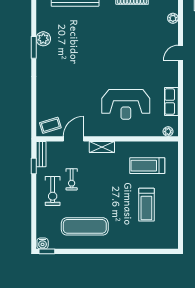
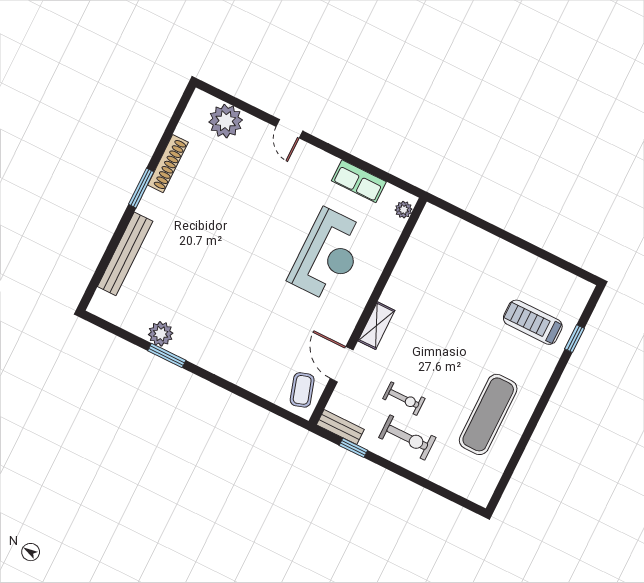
plant: (173, 18) -> (226, 121), width x1.88, depth x1.88
treadmill: (147, 166) -> (441, 269), removed
treadmill: (146, 205) -> (533, 322), moved, turned 180
water cooler: (43, 243) -> (482, 494), removed
window: (47, 251) -> (575, 339), moved

